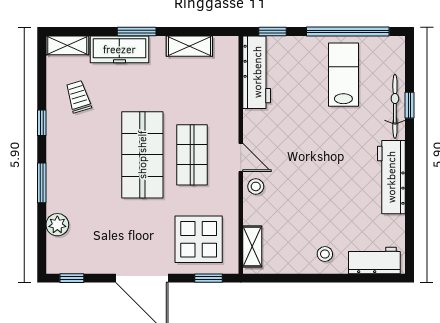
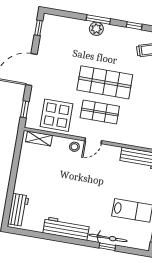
plant: (57, 225) -> (96, 29), moved
display table: (199, 239) -> (57, 115), moved
stool: (325, 254) -> (27, 181), removed

